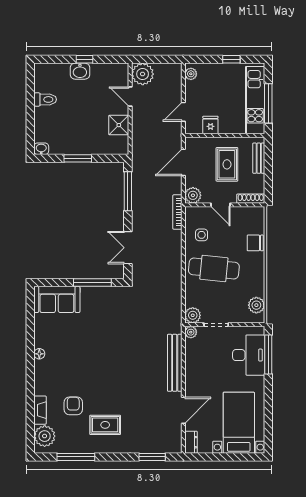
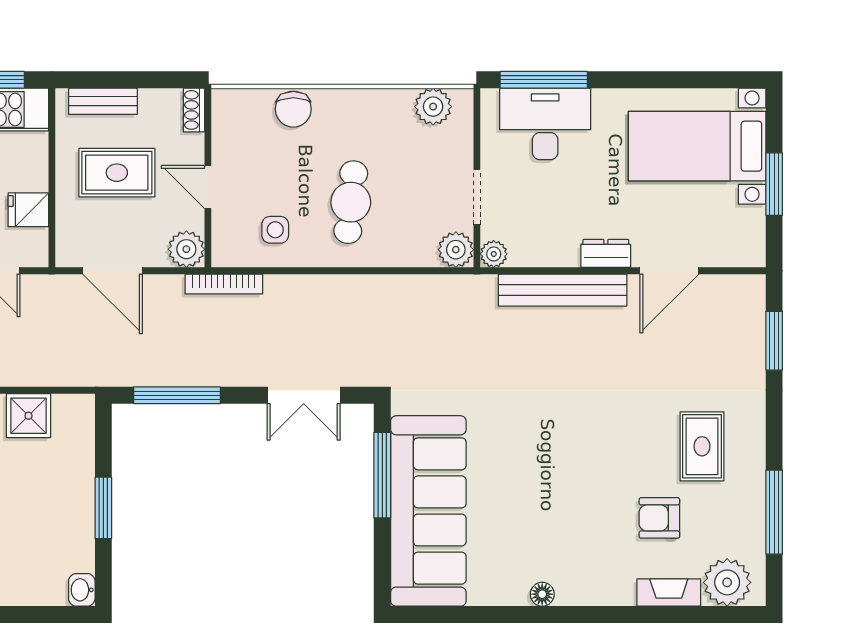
shoe rack: (251, 199) -> (194, 110), width x0.70
door: (221, 205) -> (208, 187), swing flipped
cafe table: (214, 269) -> (351, 202), width x0.73, depth x0.74
sofa: (57, 299) -> (428, 511), width x1.85, depth x1.27
door: (183, 410) -> (669, 271), swing flipped
dresser: (191, 442) -> (606, 253), moved
window: (222, 457) -> (774, 184), added

